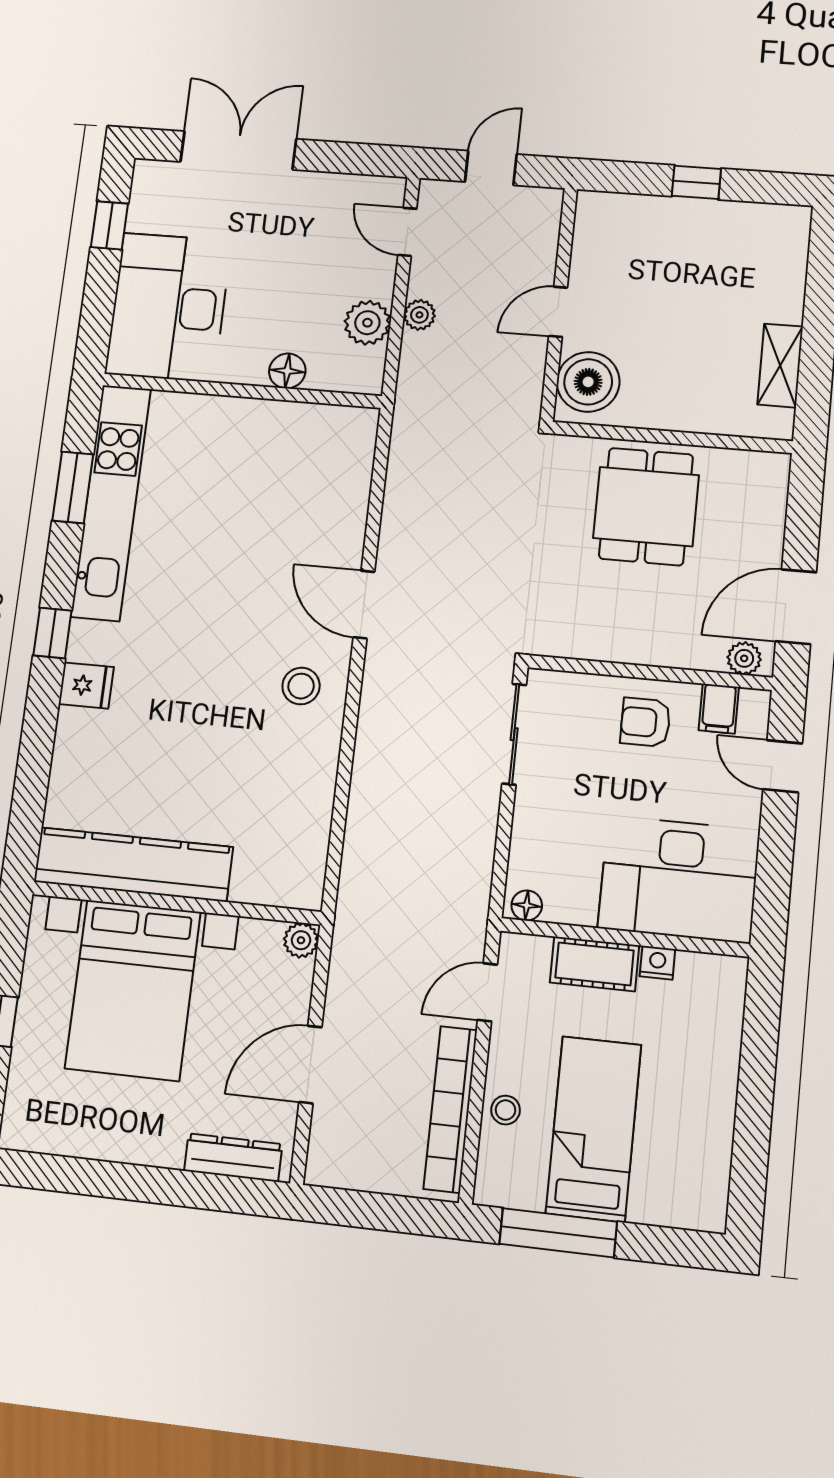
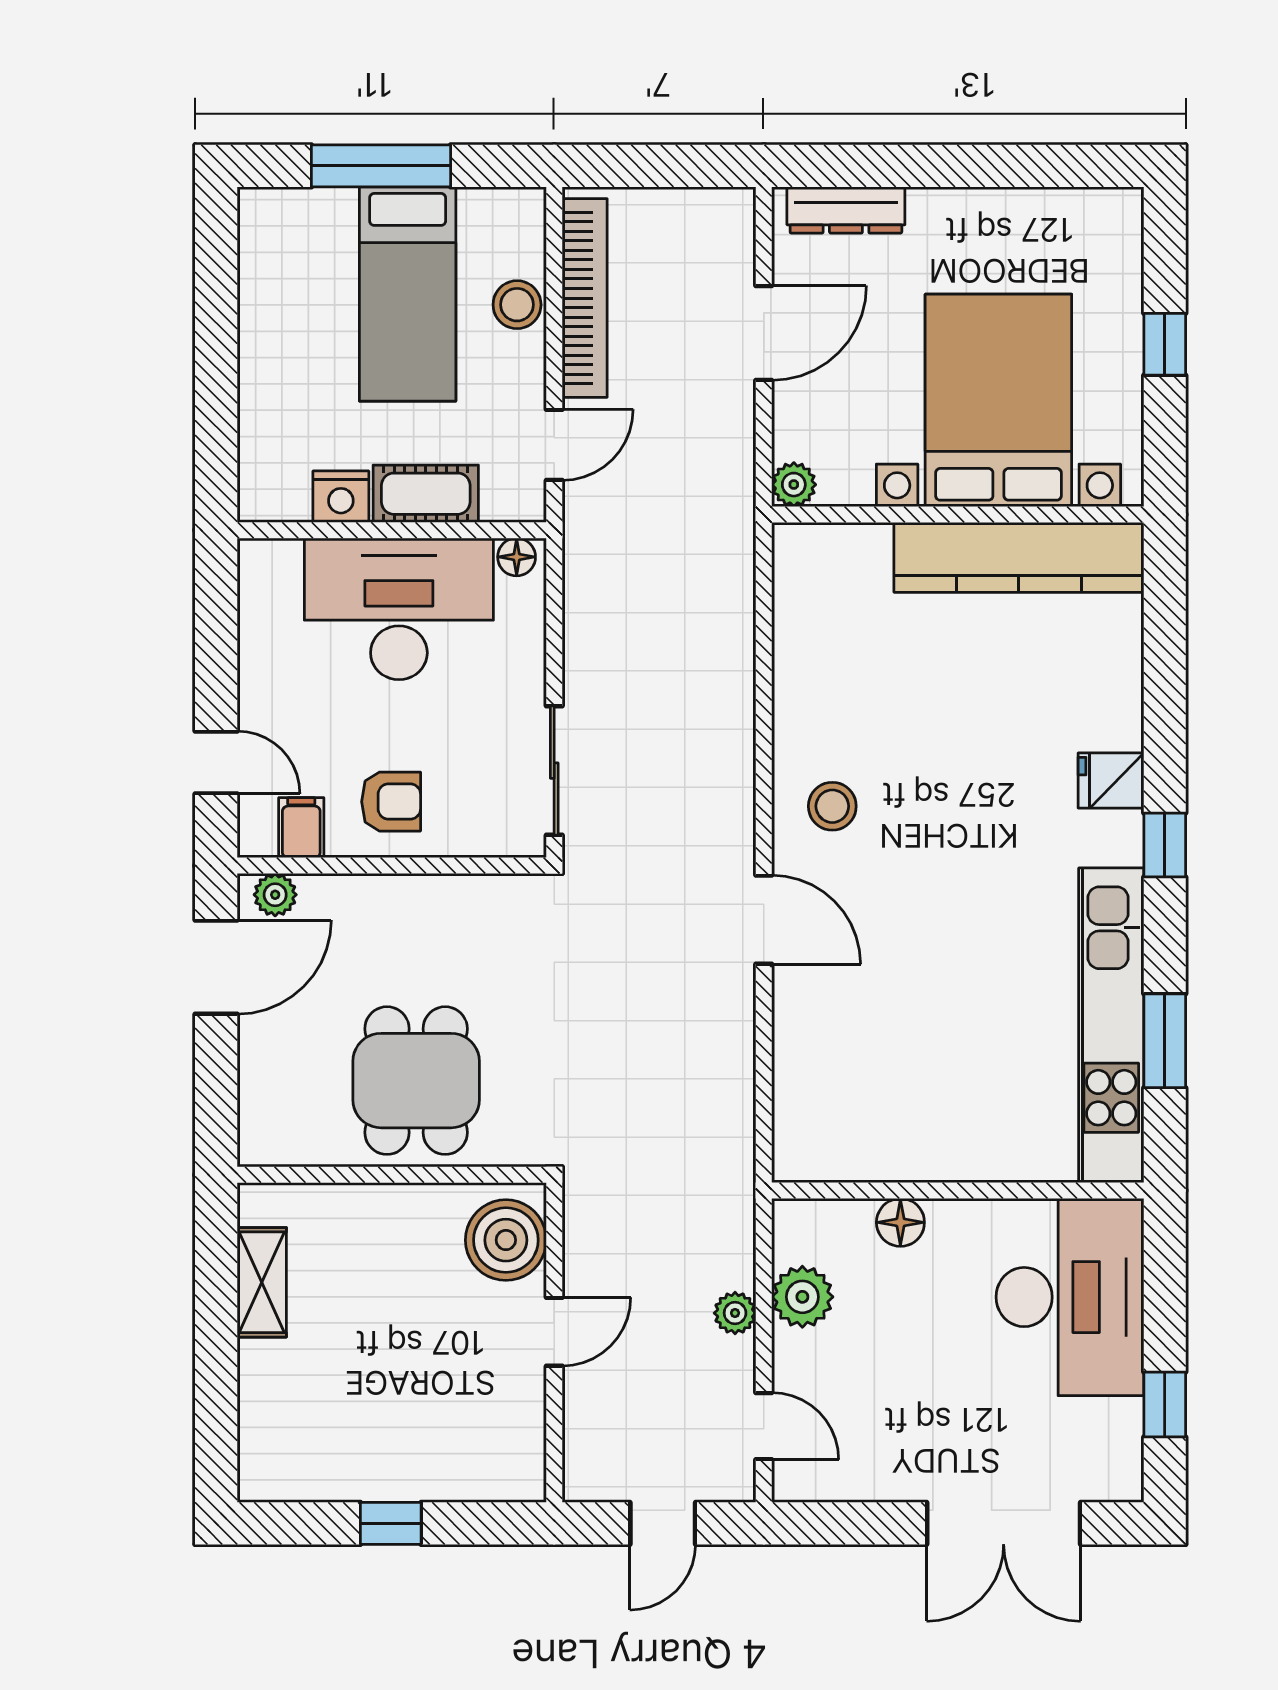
desk: (679, 879) -> (399, 609), moved
nightstand: (657, 963) -> (341, 497), width x1.39, depth x1.35
stool: (506, 1110) -> (517, 305), width x1.37, depth x1.37
window: (558, 1233) -> (381, 166), moved

